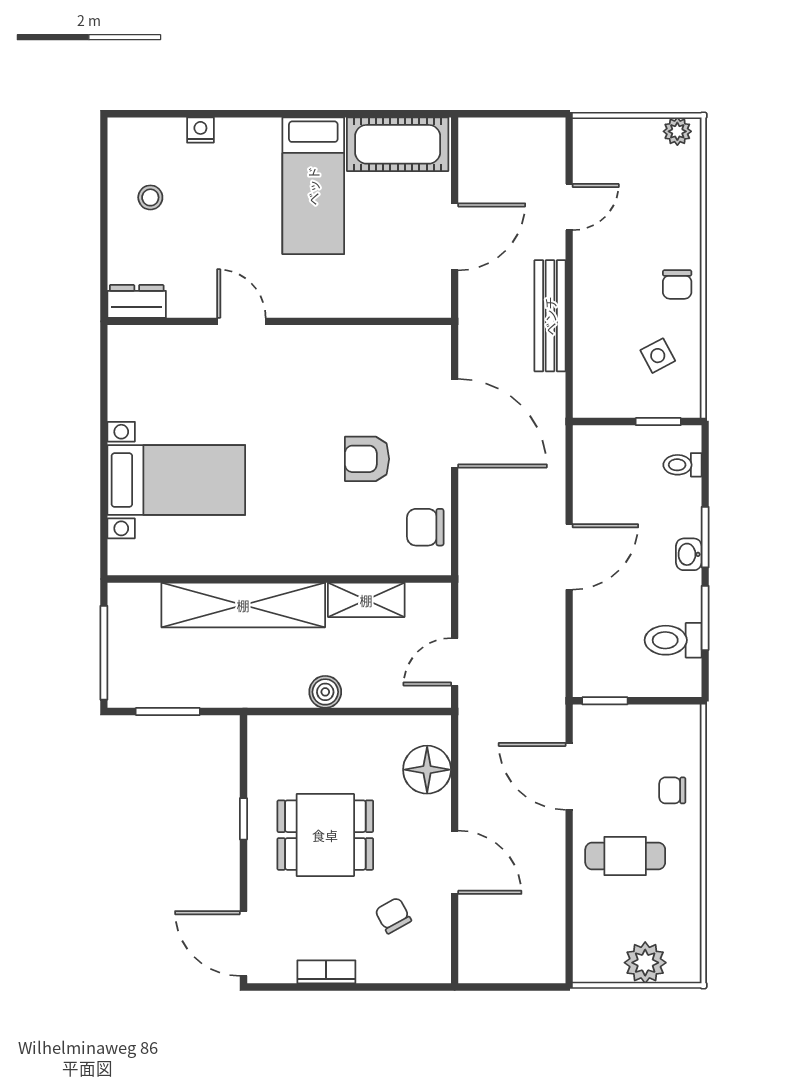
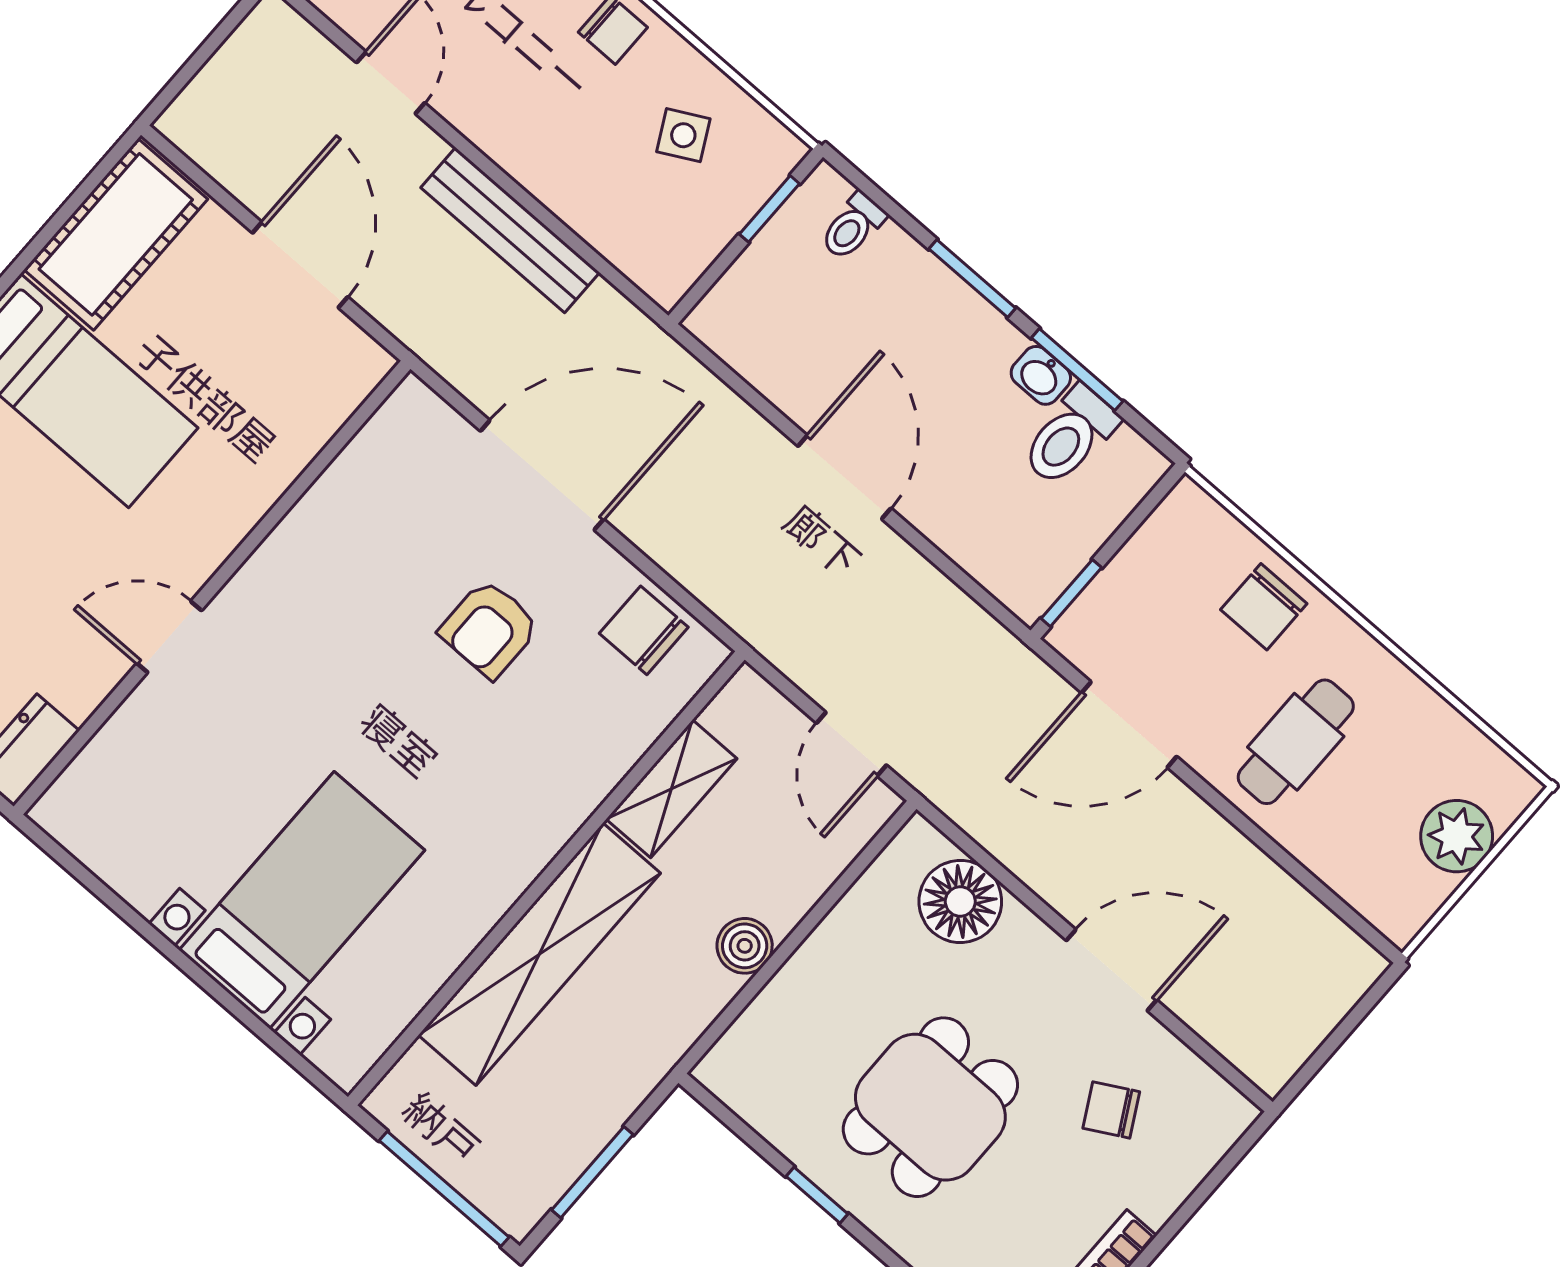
chair: (425, 527) -> (644, 630), turned 90
washbasin: (689, 554) -> (1041, 375), moved
chair: (672, 790) -> (1264, 607), width x1.37, depth x1.37

